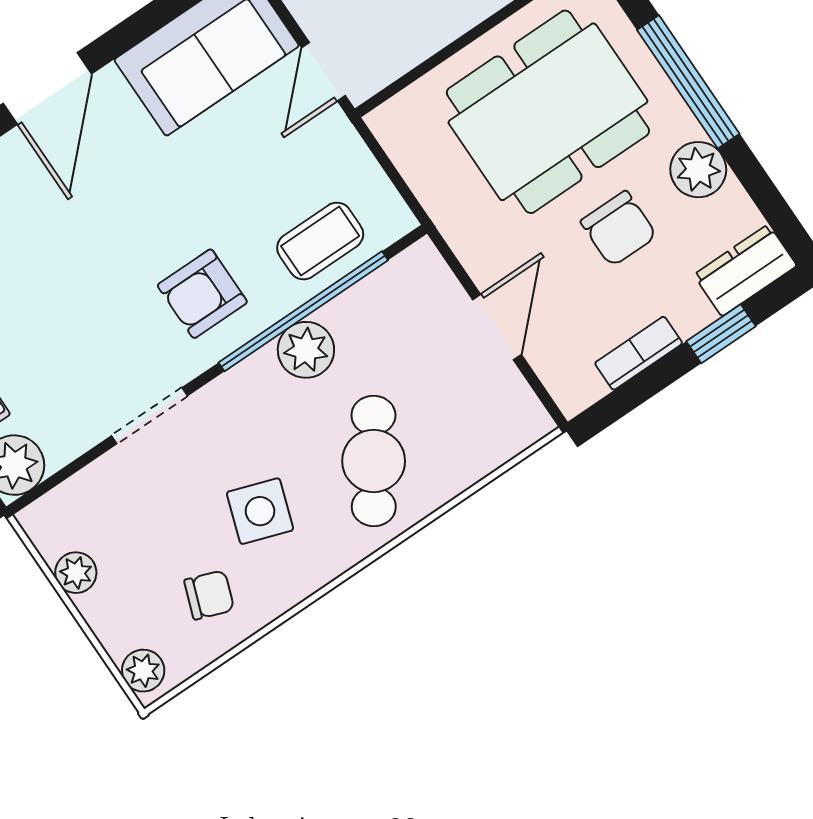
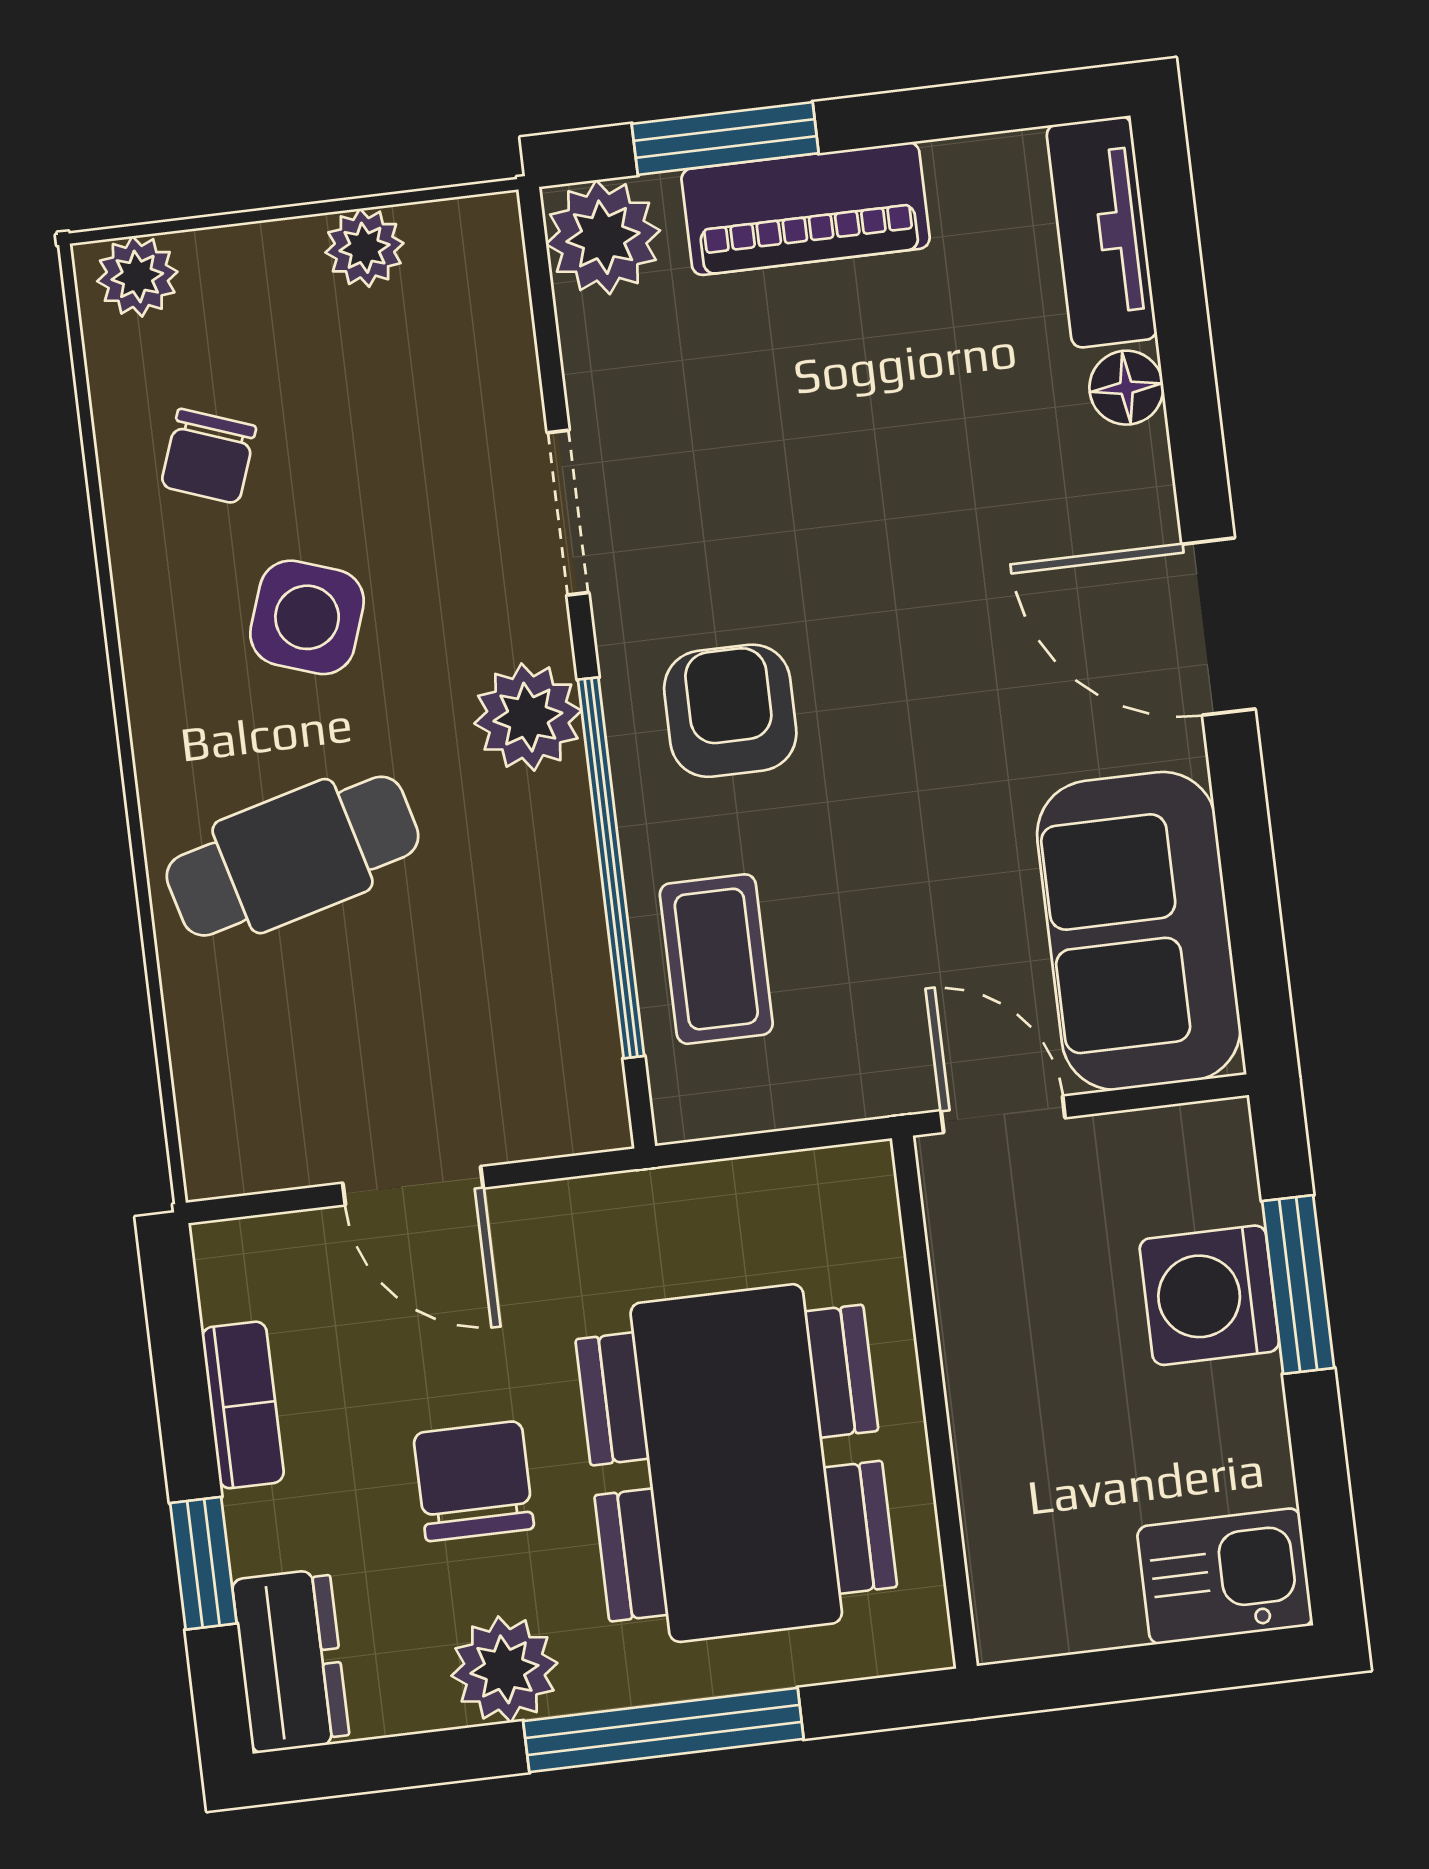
chair: (619, 229) -> (474, 1481), turned 90
plant: (306, 350) -> (528, 717), moved
cafe table: (374, 461) -> (293, 856), turned -49

